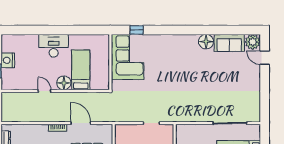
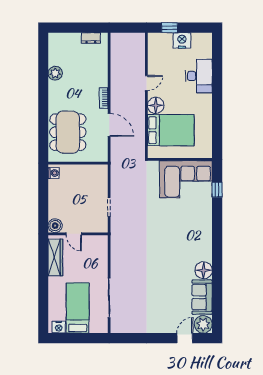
desk: (54, 46) -> (199, 76), moved
bed: (81, 70) -> (171, 130), width x1.50
door: (81, 123) -> (109, 125), hinge flipped

